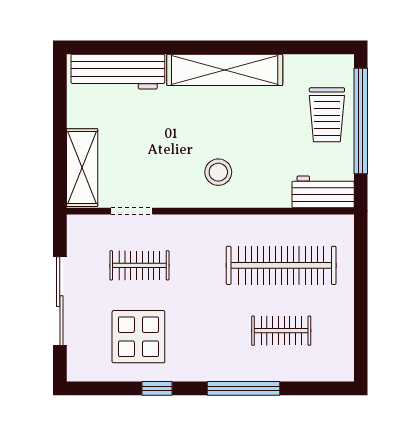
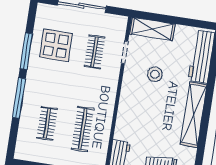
stool: (218, 172) -> (155, 74), moved
clothes rail: (281, 265) -> (83, 129), width x0.73, depth x0.76
window: (157, 388) -> (26, 51), width x2.17

